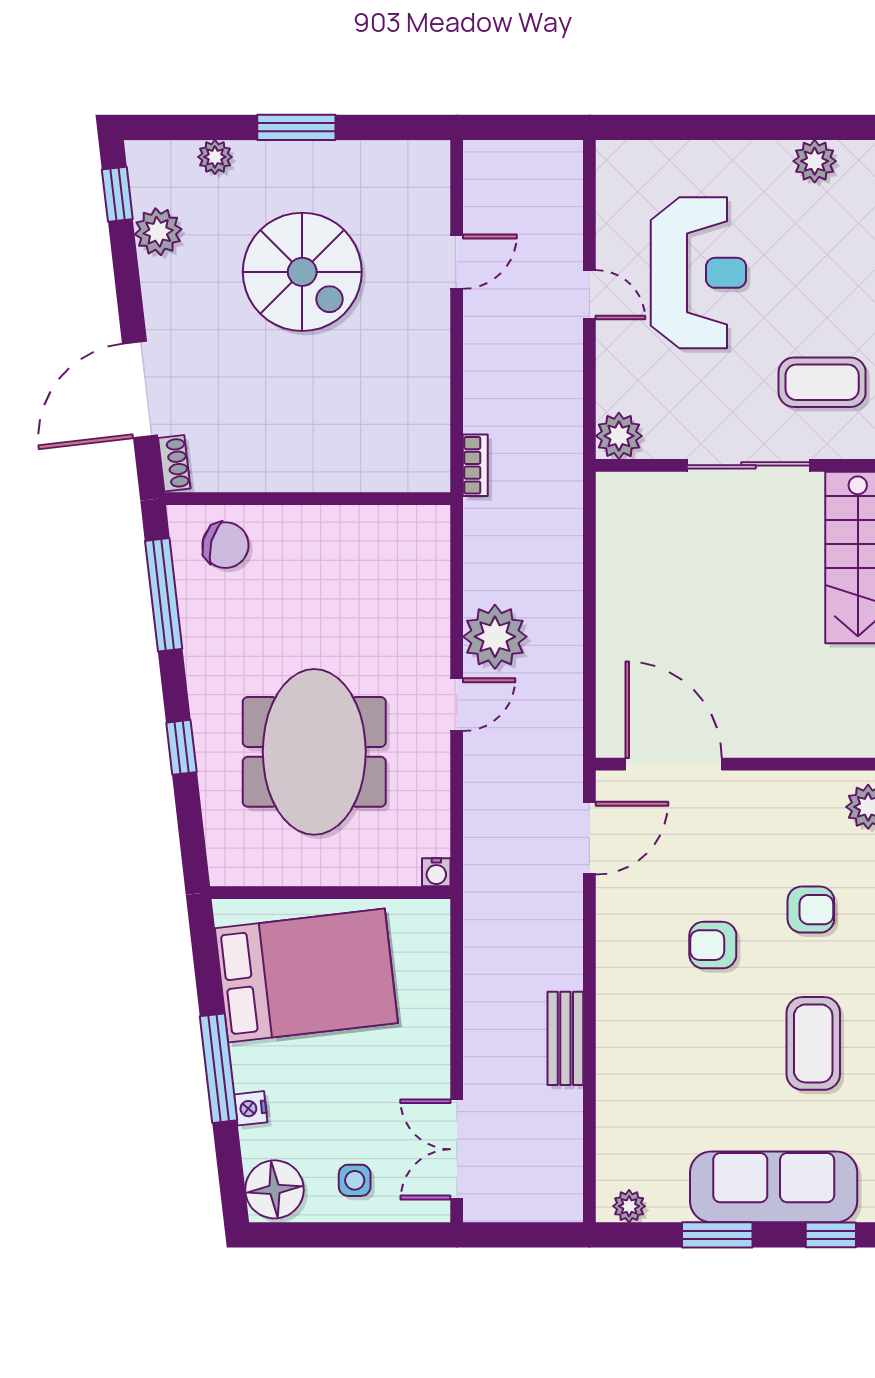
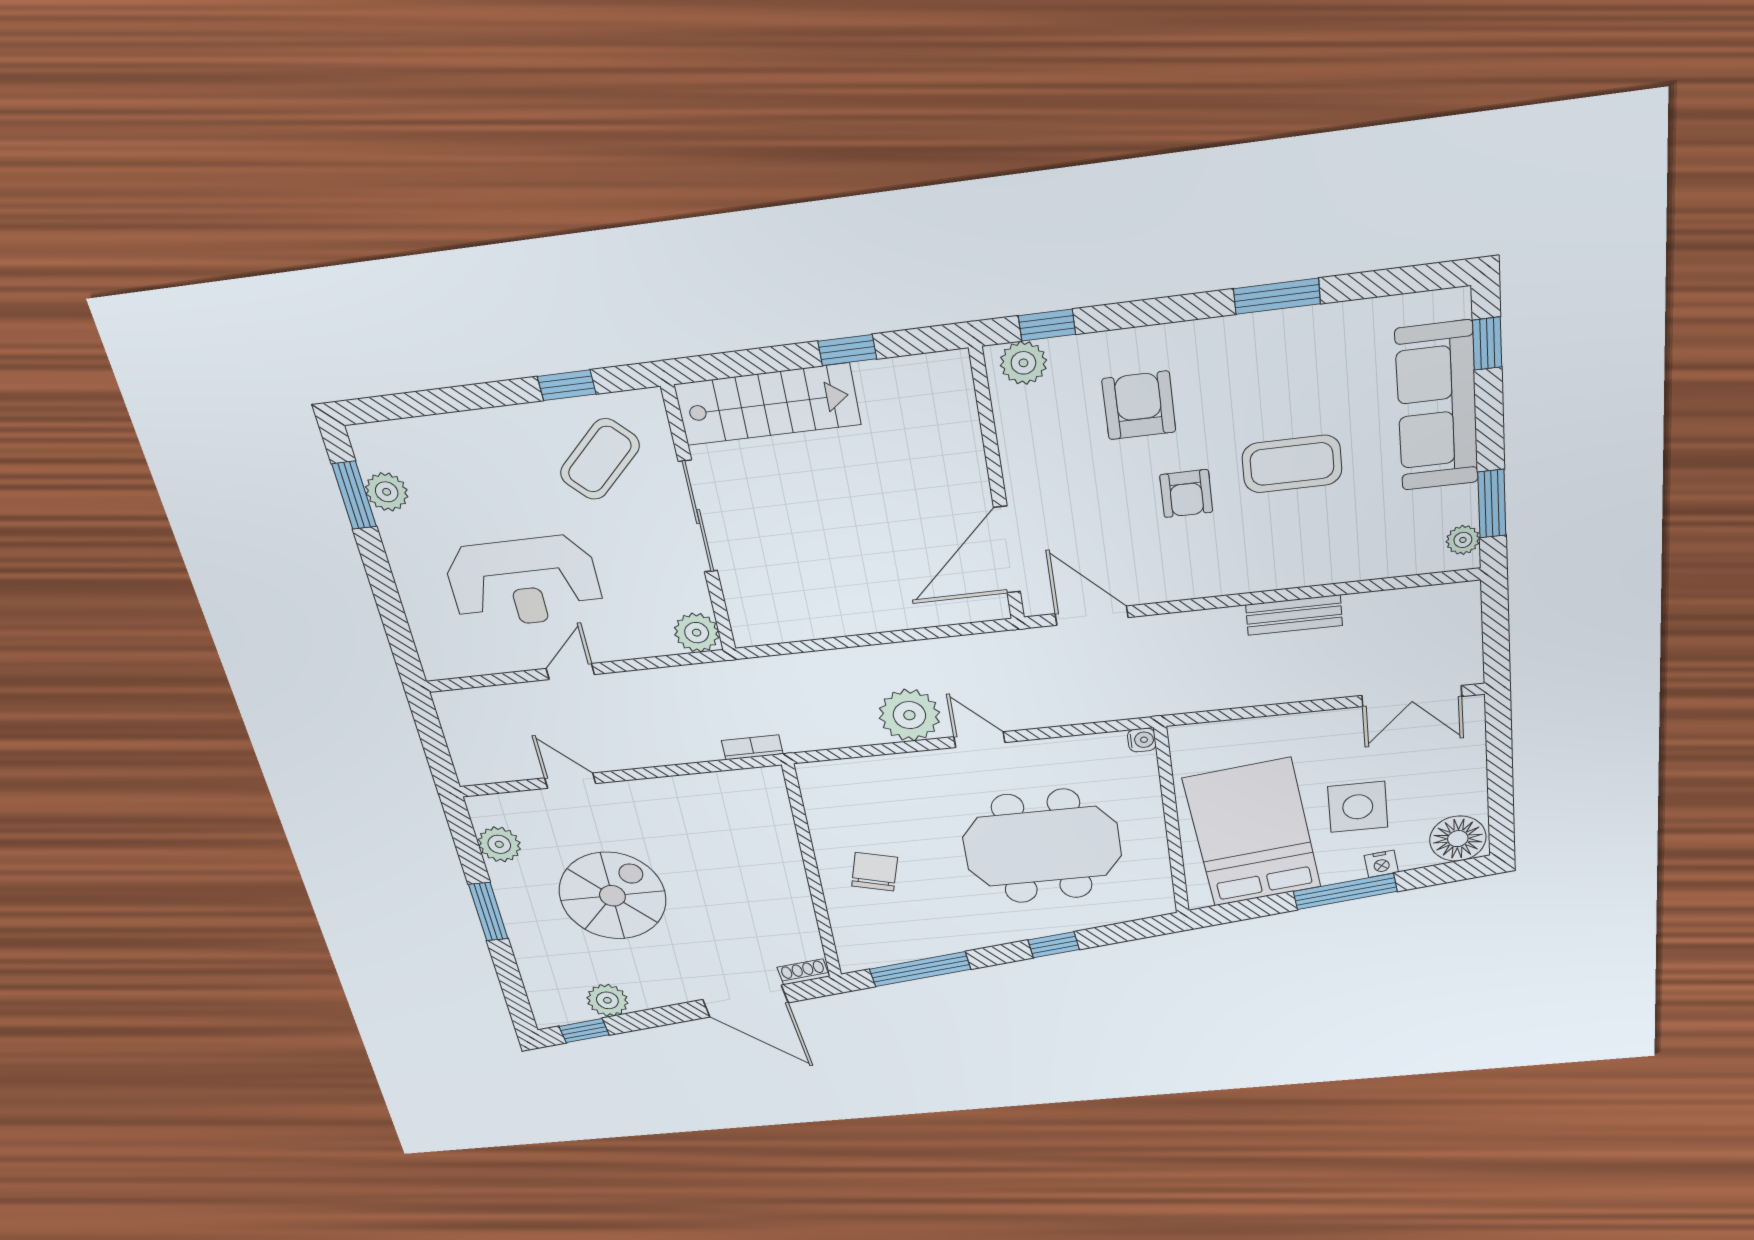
window: (815, 127) -> (354, 495), added
plant: (215, 157) -> (499, 844), moved, width x1.38, depth x1.38
reception desk: (698, 273) -> (524, 582), turned 180
coffee table: (822, 382) -> (600, 459), turned 46
chair: (225, 545) -> (875, 872), moved
armchair: (811, 910) -> (1139, 405), width x1.38, depth x1.38
coffee table: (813, 1043) -> (1292, 464), moved
side table: (355, 1180) -> (1358, 807), moved, width x1.87, depth x1.87
window: (717, 1235) -> (1492, 504), moved

